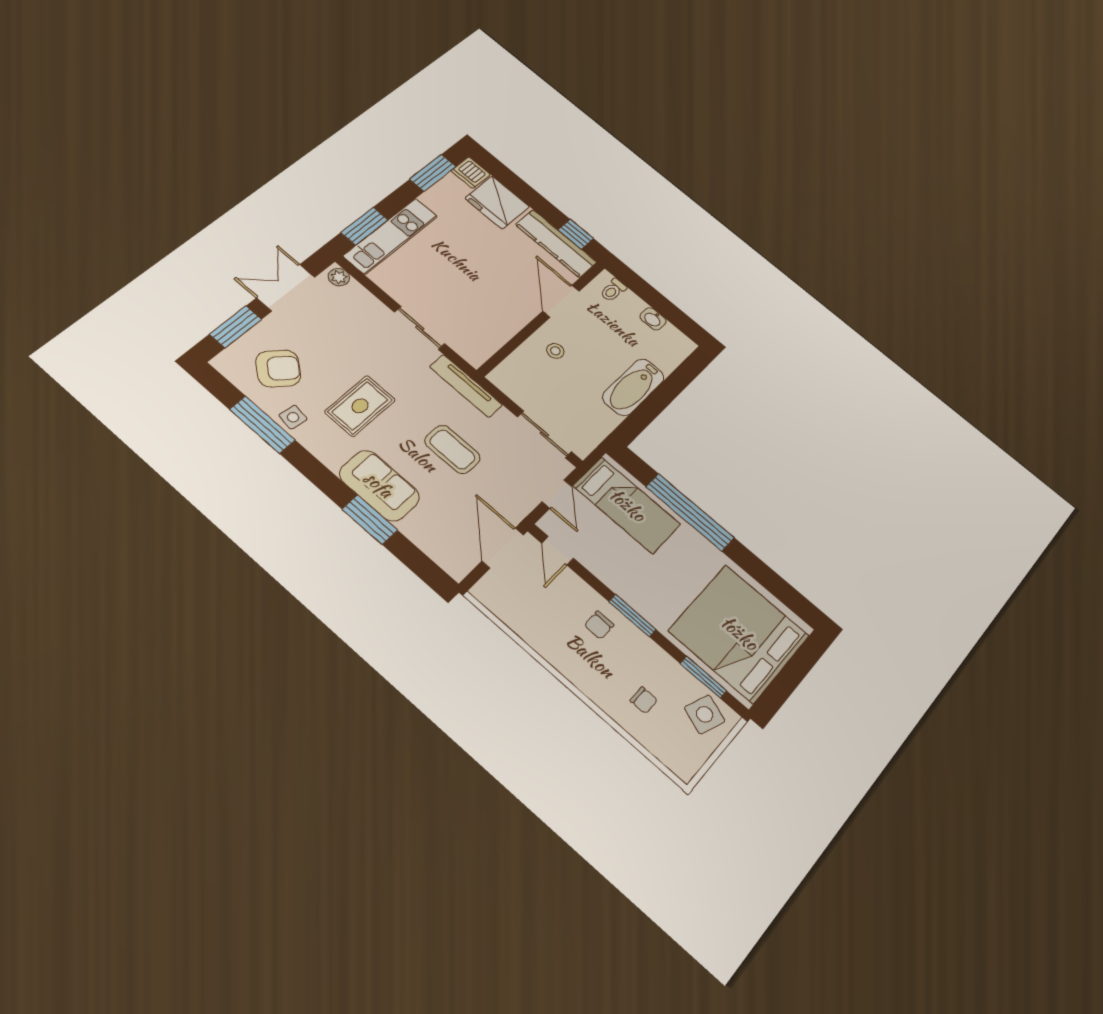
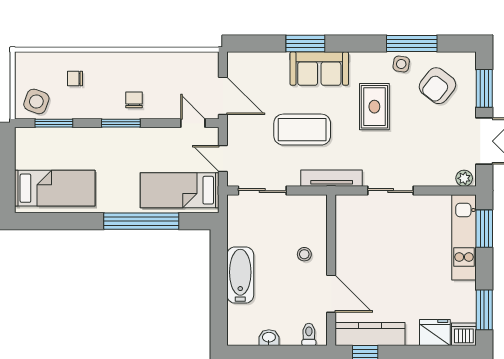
fridge: (497, 202) -> (435, 333), width x0.73, depth x0.75
coffee table: (452, 449) -> (302, 130), width x1.36, depth x1.32
bed: (739, 633) -> (55, 188), width x0.49

